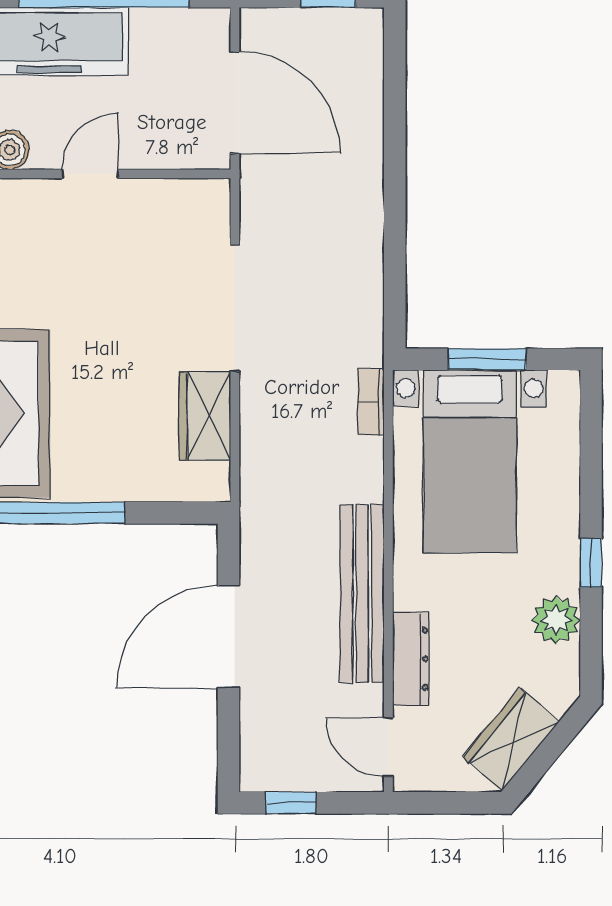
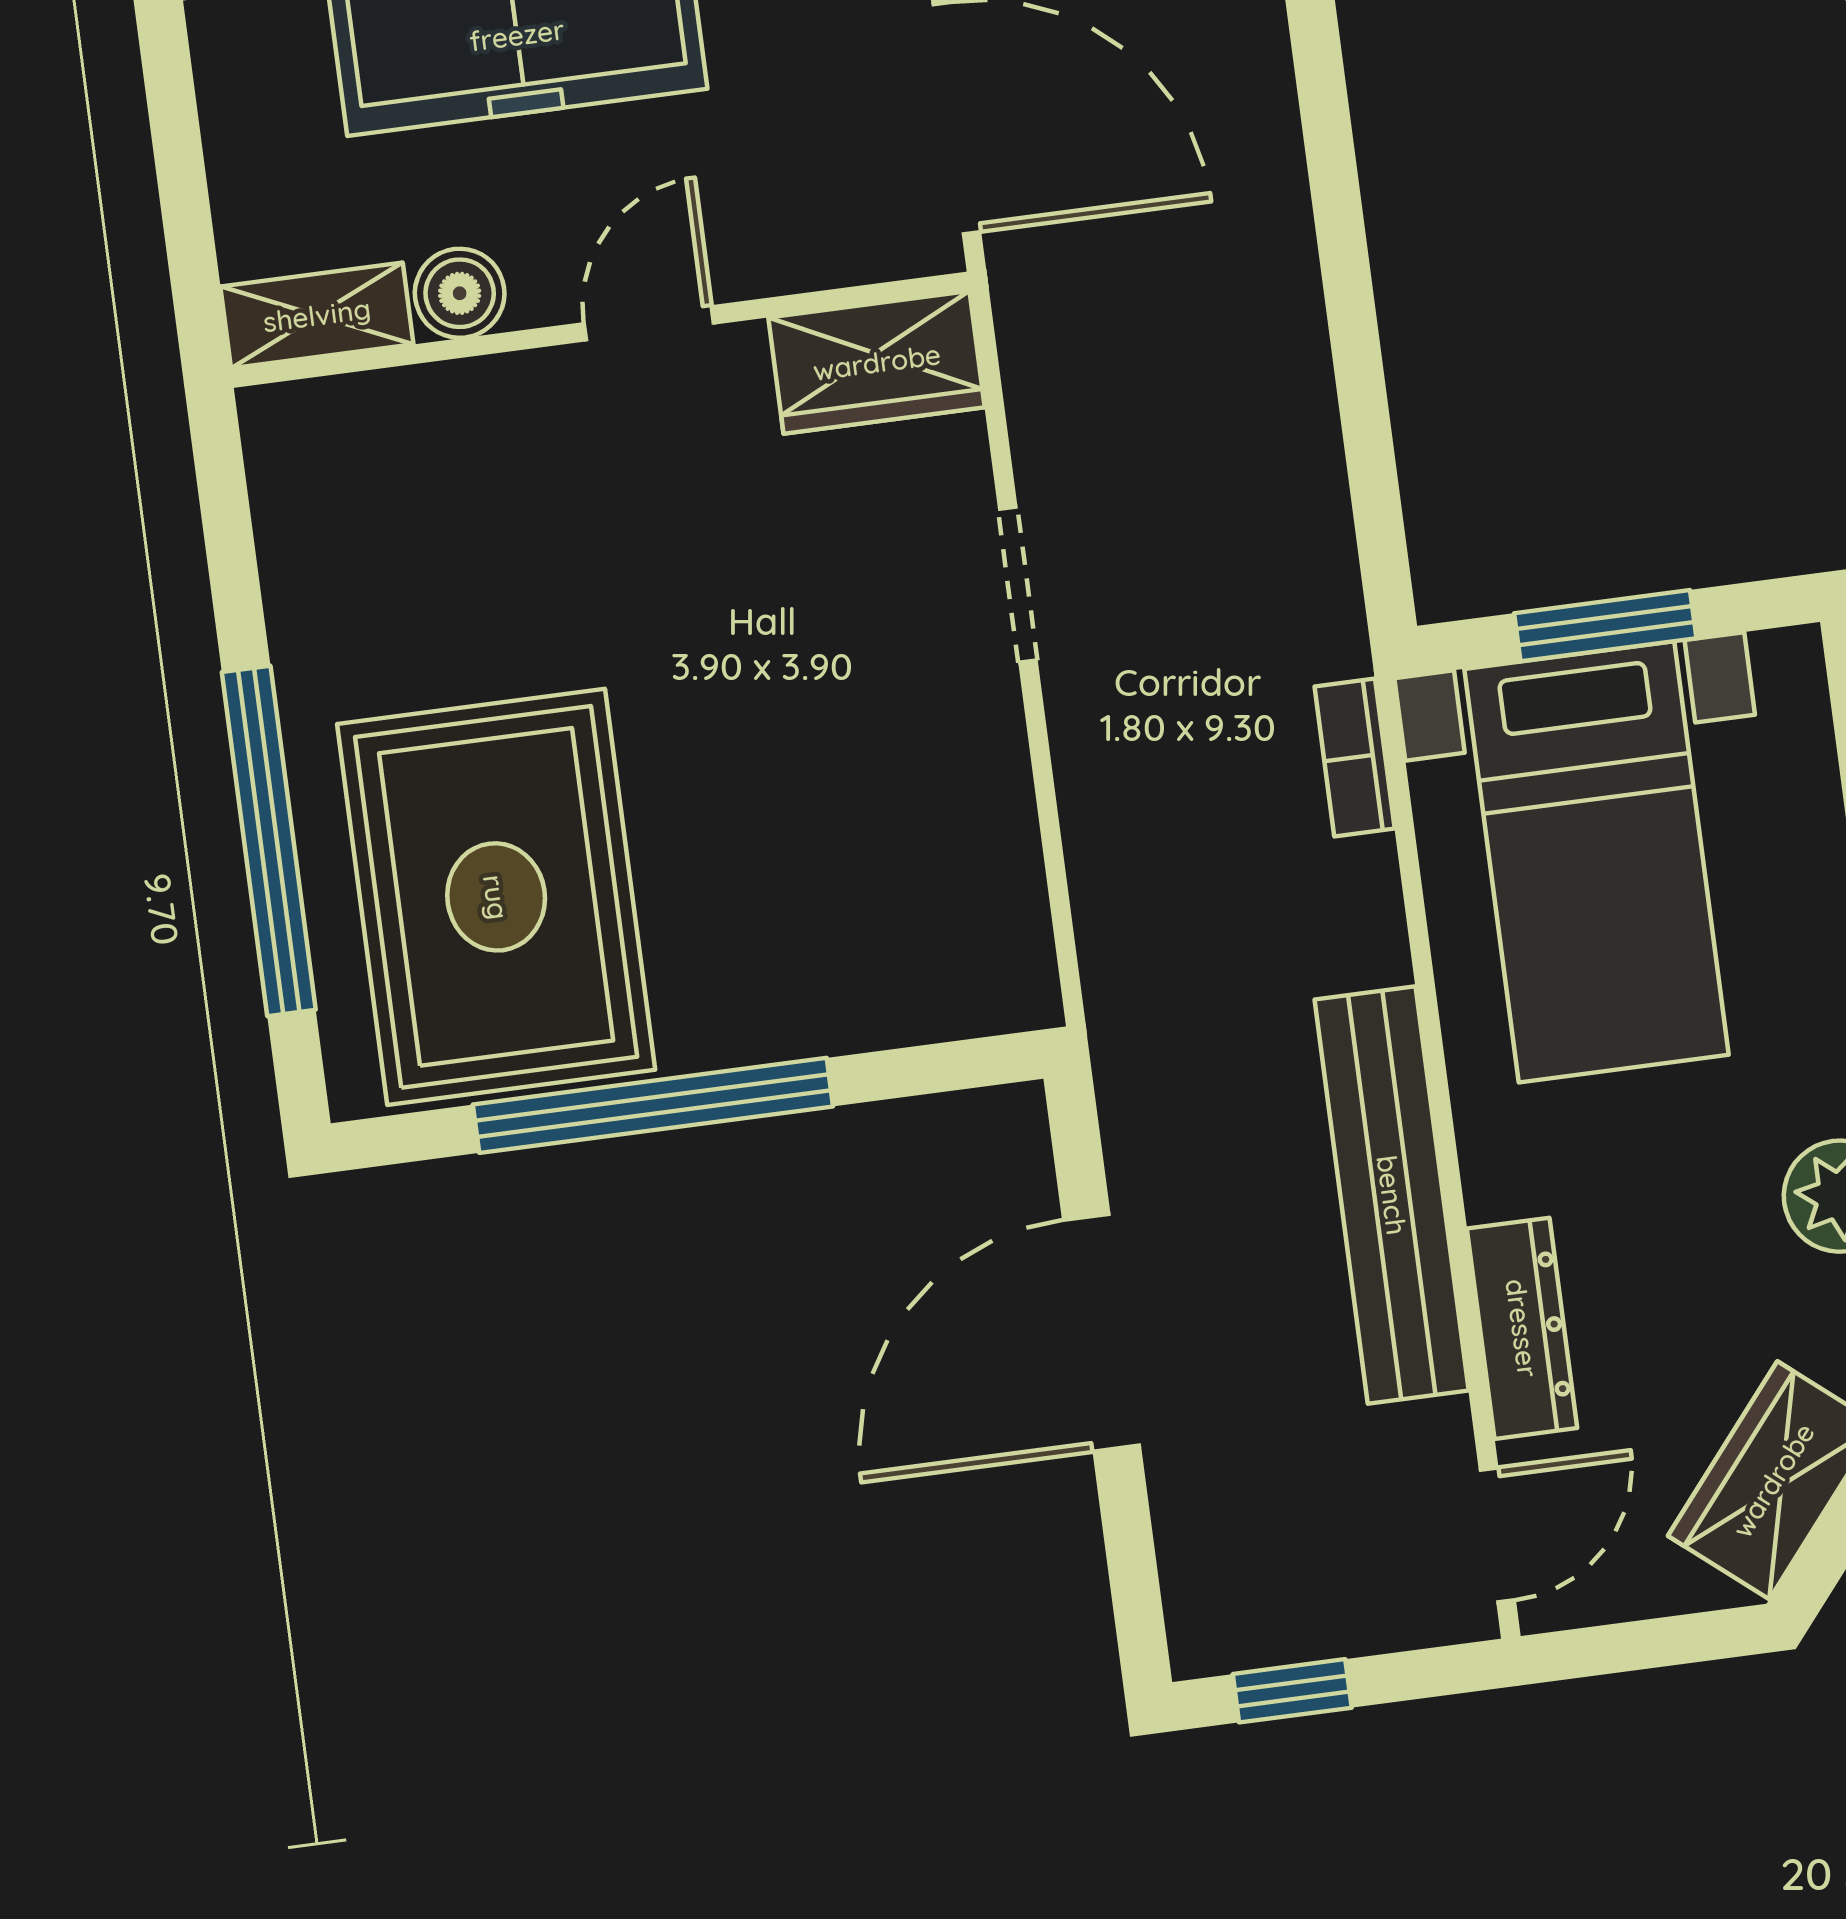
doorway: (235, 308) -> (1018, 585), width x0.53
wardrobe: (205, 416) -> (877, 362), moved, turned -90
door: (388, 747) -> (1497, 1535), swing flipped

